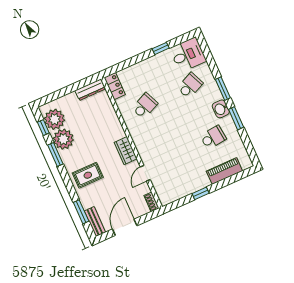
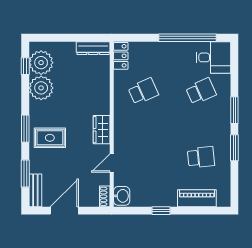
window: (161, 48) -> (187, 38), width x3.17
washbasin: (221, 109) -> (122, 196), moved, turned 180
window: (55, 155) -> (25, 129), moved

